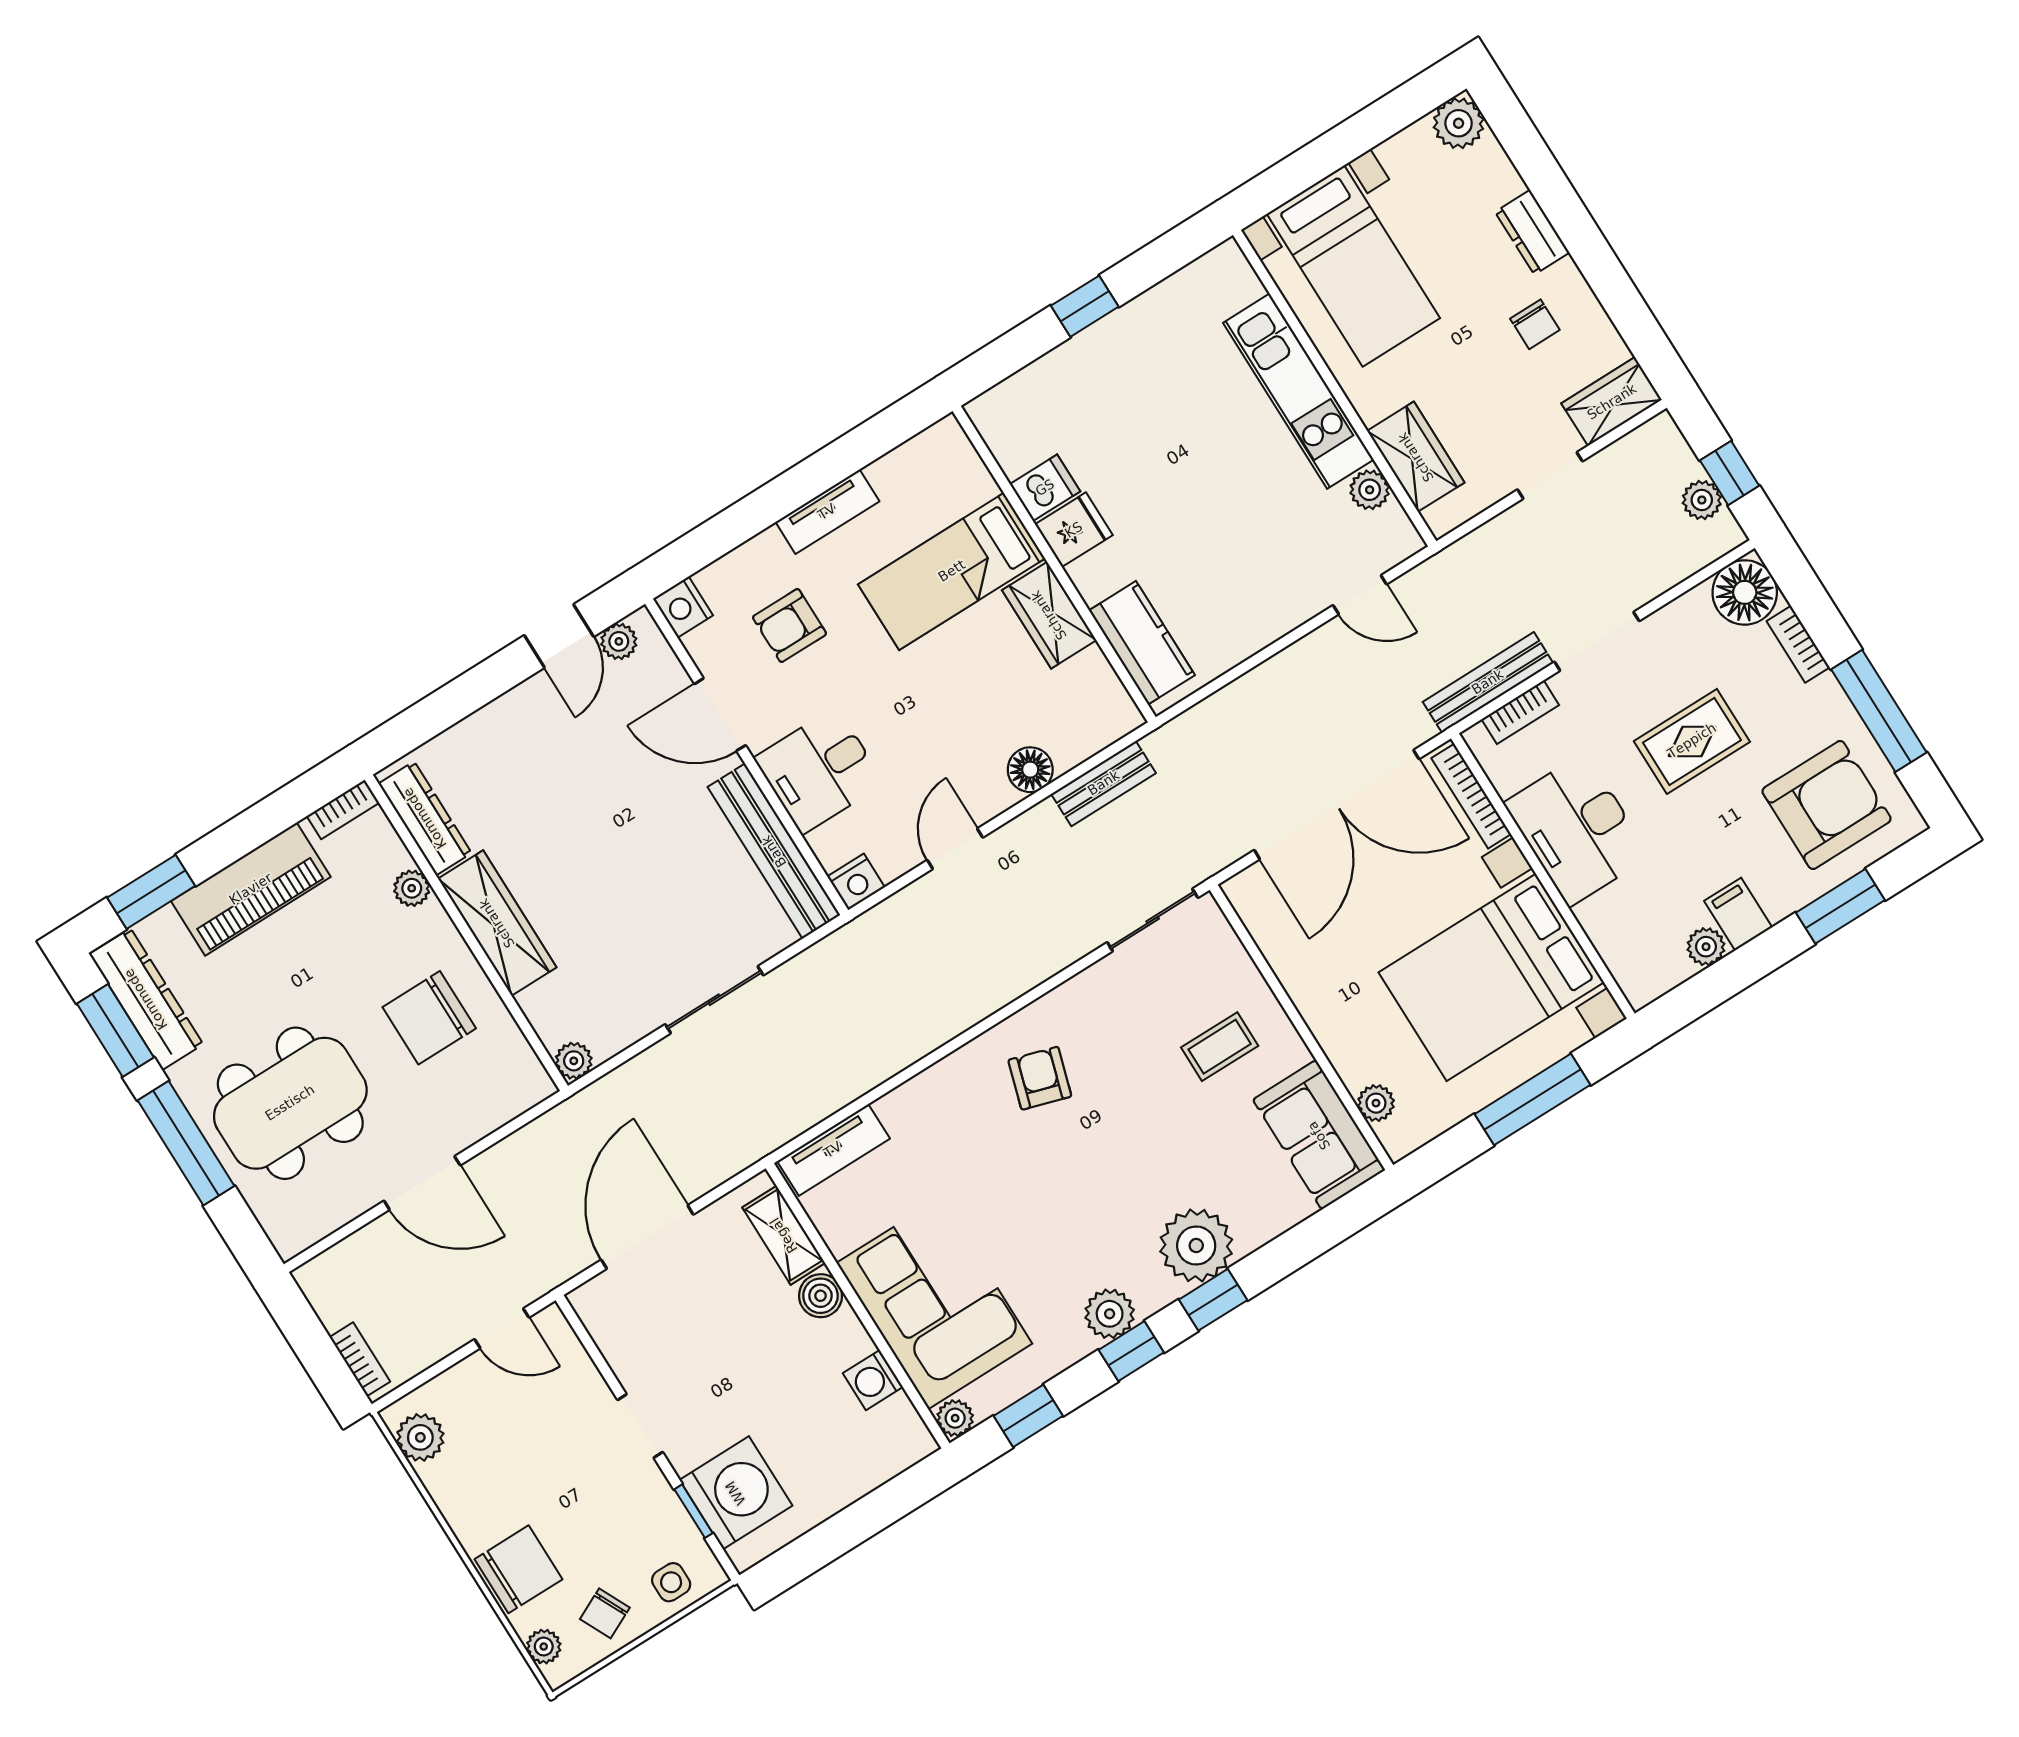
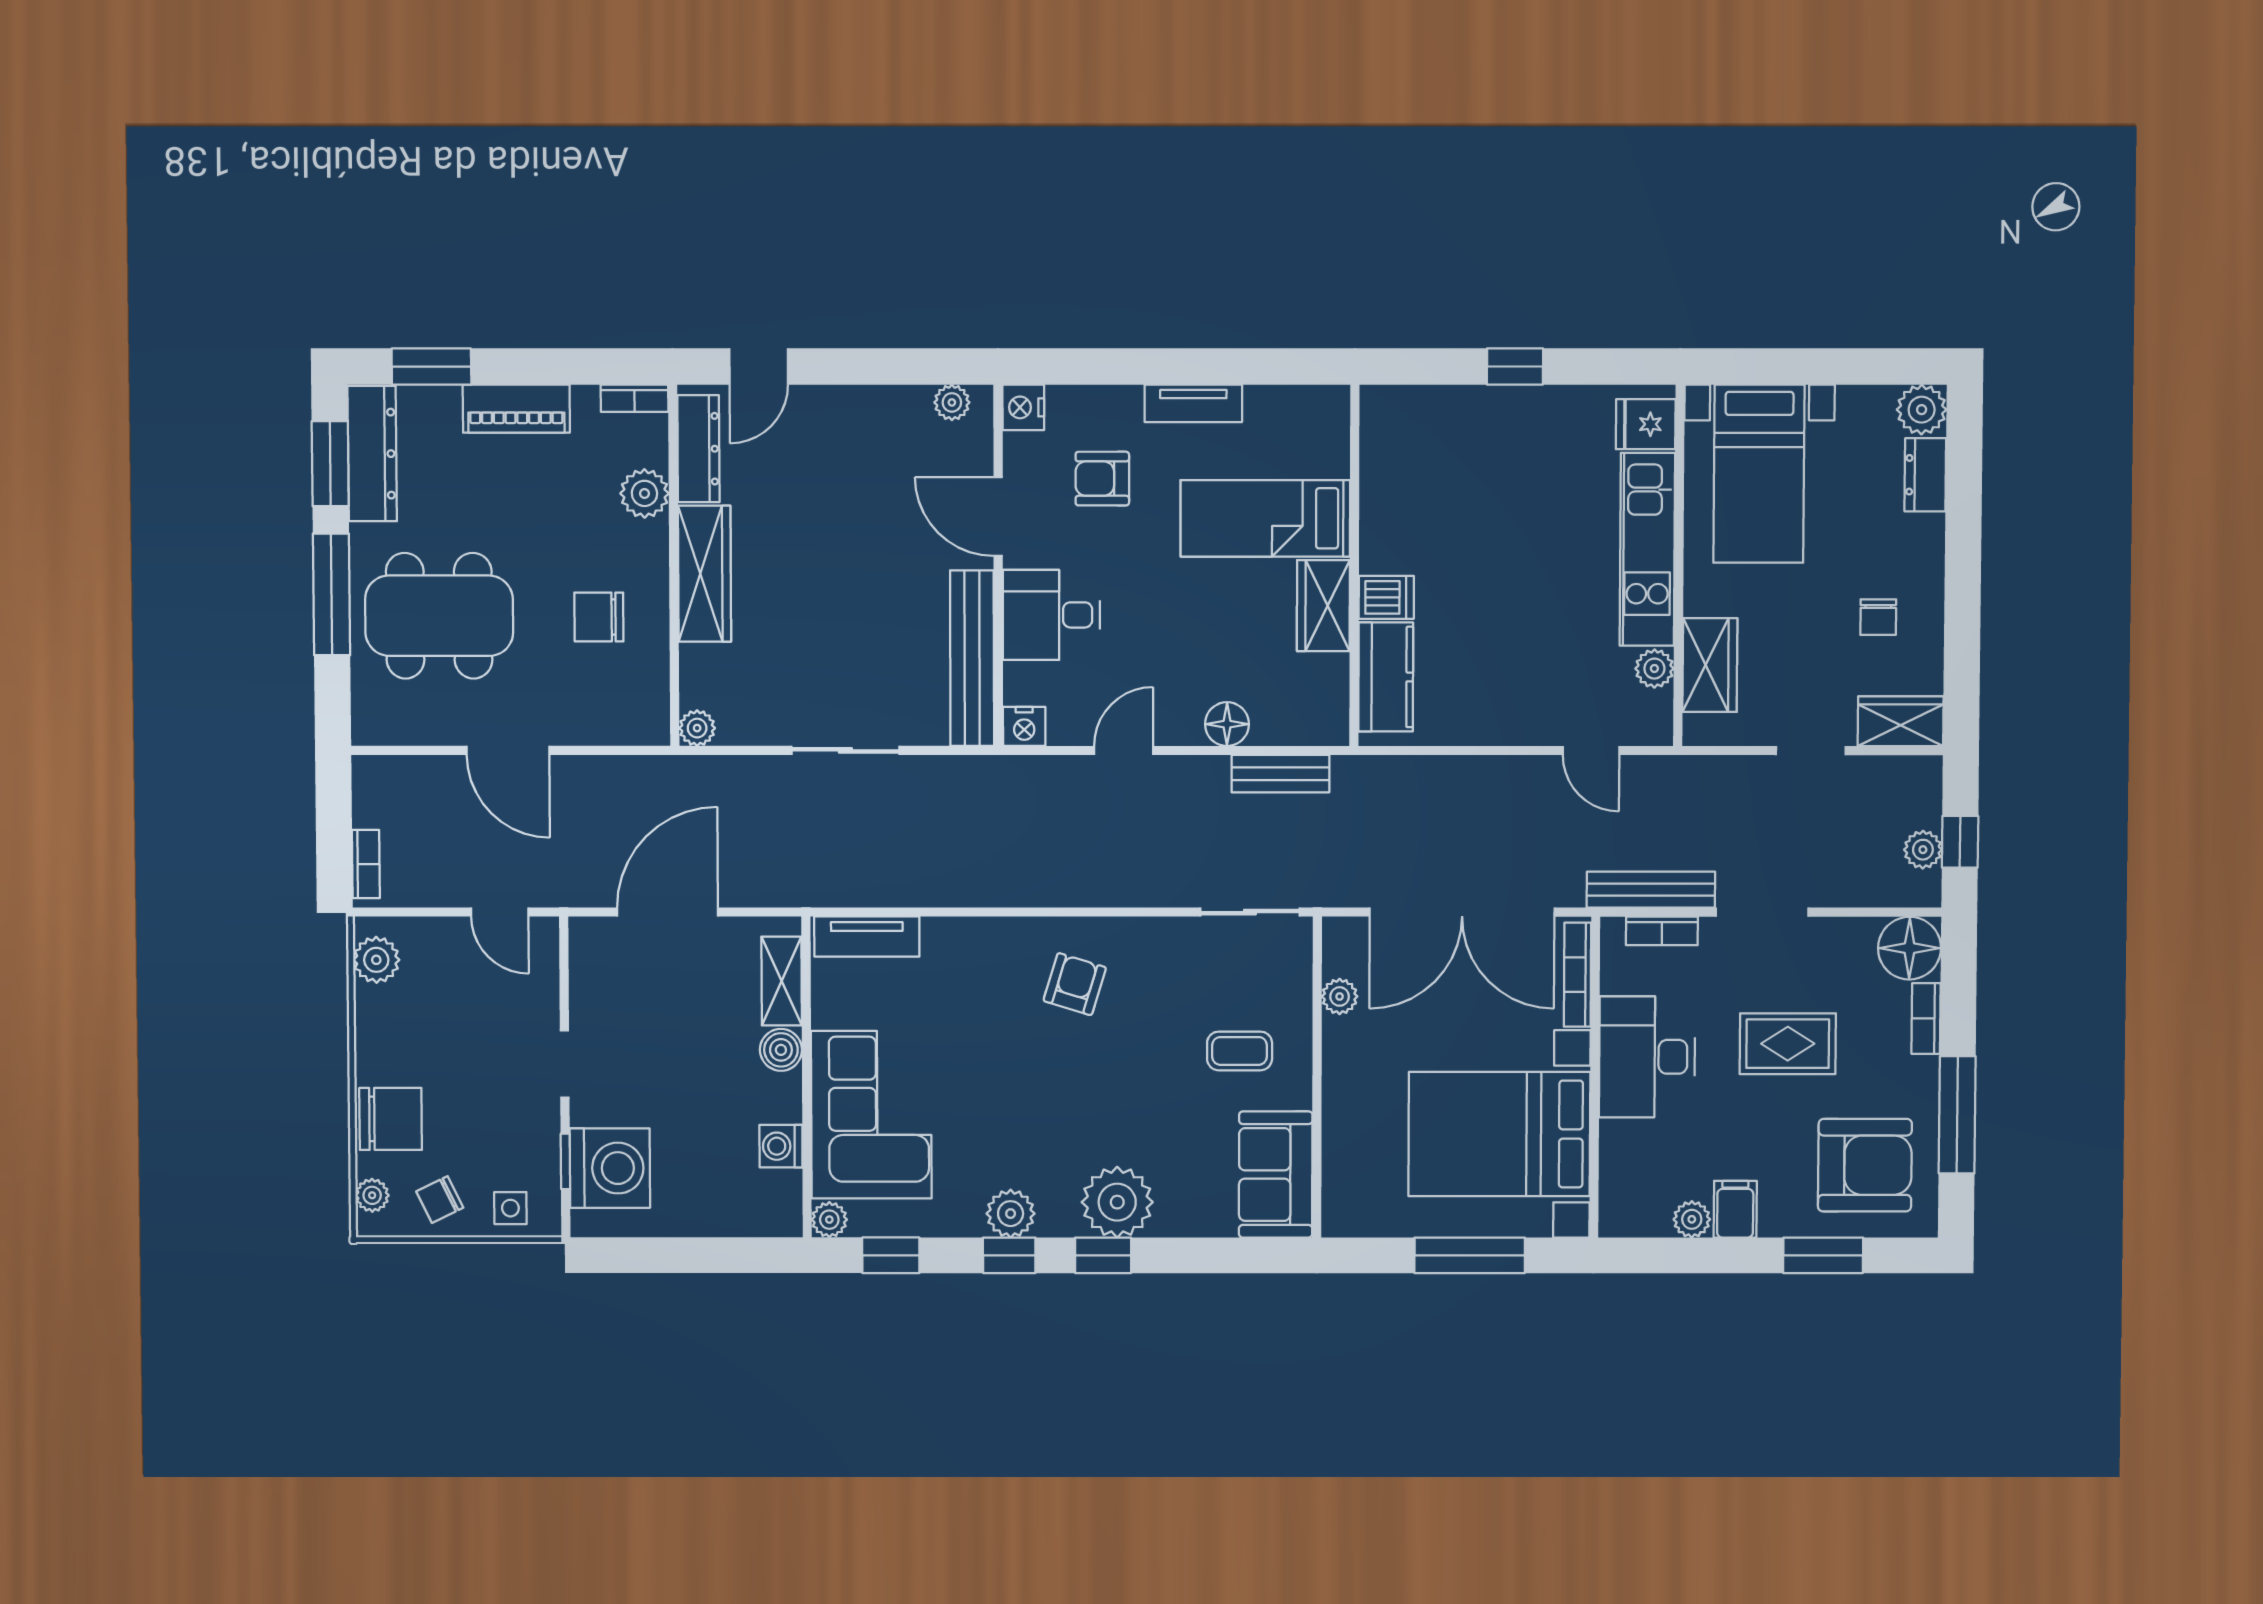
dresser: (1532, 232) -> (1925, 475), moved
dishwasher: (1045, 488) -> (1386, 597), moved
fridge: (1074, 530) -> (1646, 424), moved, turned 180
door: (559, 636) -> (759, 367), moved
plant: (412, 888) -> (644, 493), width x1.38, depth x1.38
piano: (251, 889) -> (516, 409), width x0.73, depth x0.75
chair: (429, 1018) -> (599, 617), width x0.73, depth x0.73
plant: (1376, 1103) -> (1340, 996), moved

